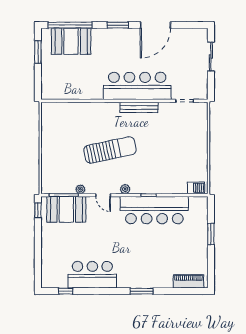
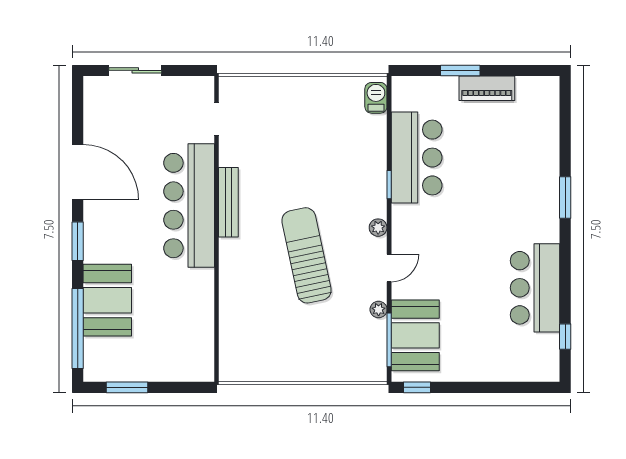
booth: (71, 41) -> (107, 300), moved
bar counter: (154, 210) -> (417, 158), width x0.73
piano: (188, 281) -> (487, 88), moved, turned -90

